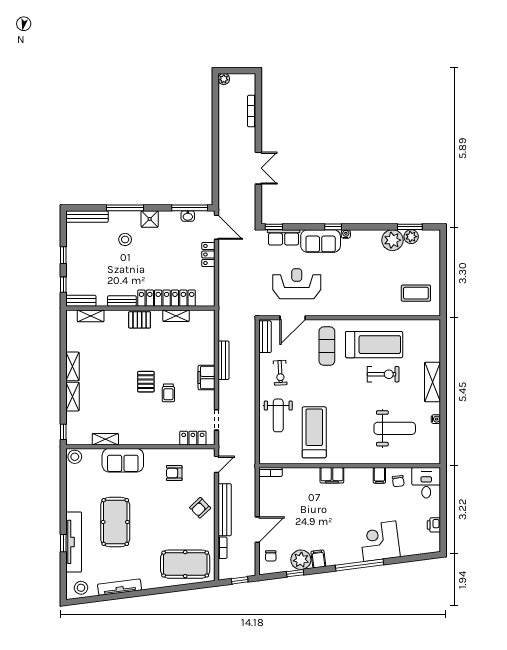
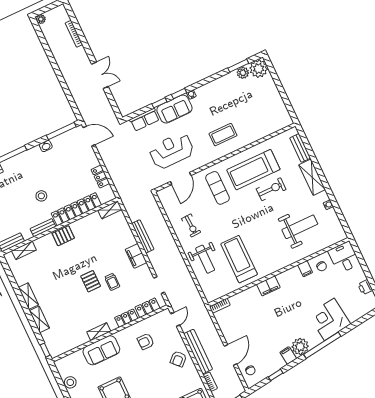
washbasin: (188, 216) -> (46, 146), moved
shower: (150, 219) -> (34, 154), removed
window: (274, 227) -> (159, 103), moved
stool: (125, 239) -> (41, 196), moved
plant: (392, 240) -> (259, 69), moved
locker: (208, 254) -> (100, 176), moved
coffee table: (416, 293) -> (223, 135), moved
shelving: (176, 316) -> (110, 210), moved
bench: (265, 337) -> (300, 148), moved
treadmill: (374, 345) -> (253, 170), turned 180
shelving: (105, 439) -> (99, 332), moved
locker: (165, 439) -> (126, 318), added
stool: (75, 457) -> (70, 382), moved
plant: (301, 560) -> (300, 346), moved

